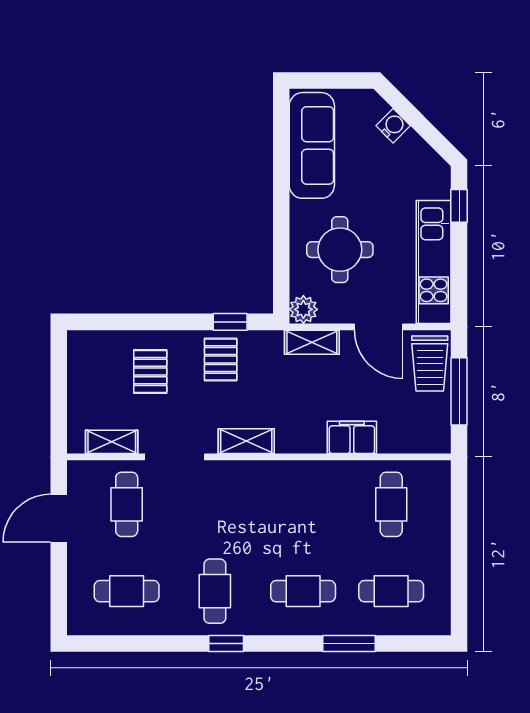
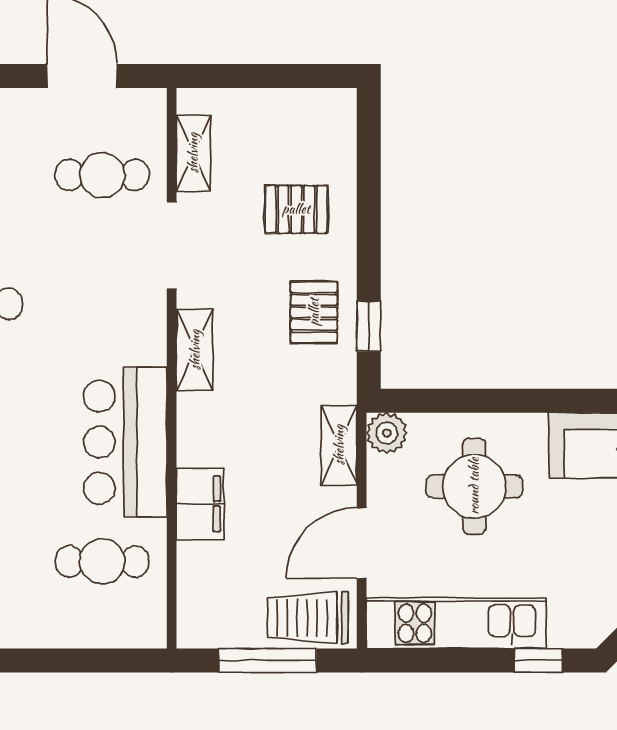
pallet: (221, 359) -> (314, 312), turned 90
bar counter: (310, 489) -> (125, 442), added

